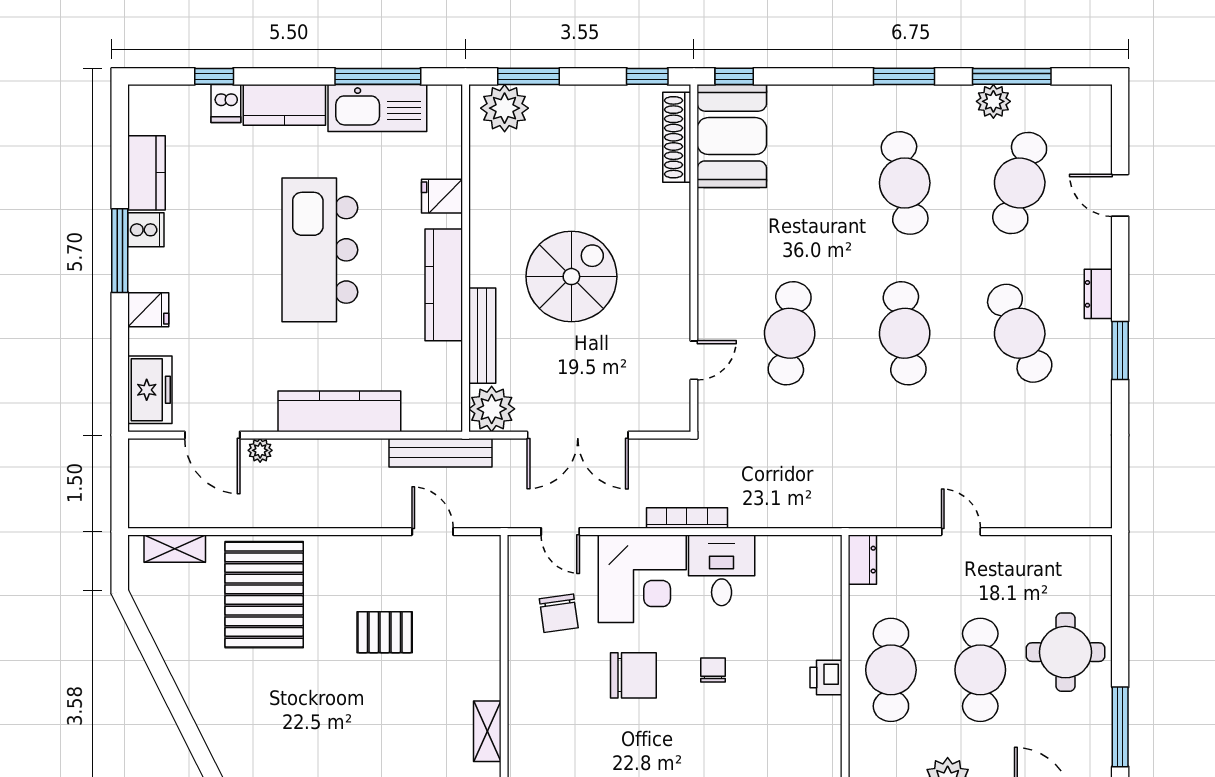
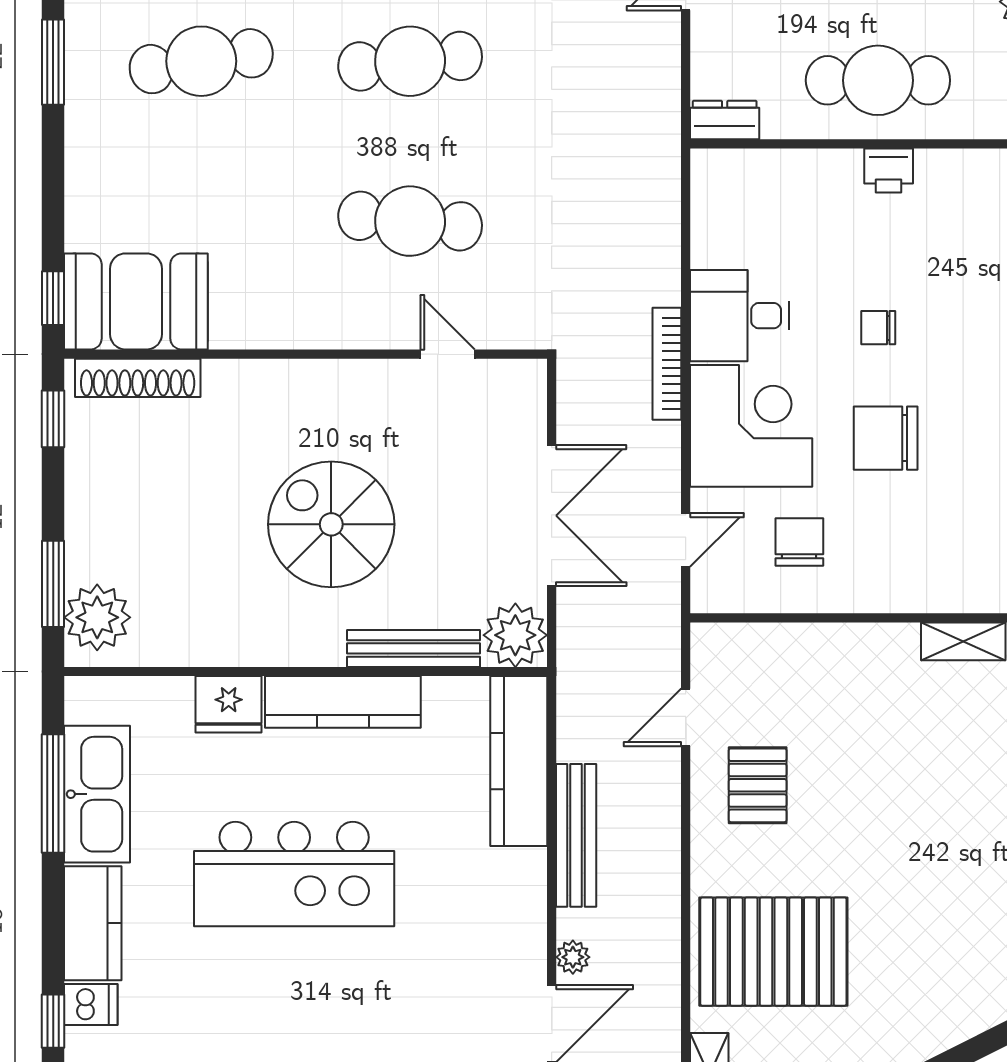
fridge: (442, 196) -> (229, 704), width x1.38
kitchen counter: (339, 411) -> (519, 761), moved
bench: (441, 453) -> (576, 835), moved
chair: (559, 613) -> (799, 542), turned -82
pallet: (385, 632) -> (758, 785), moved
chair: (633, 675) -> (886, 438), turned -90

